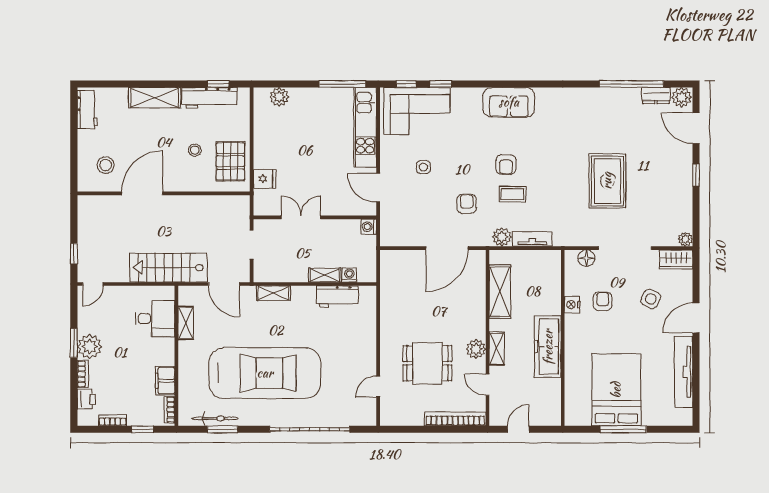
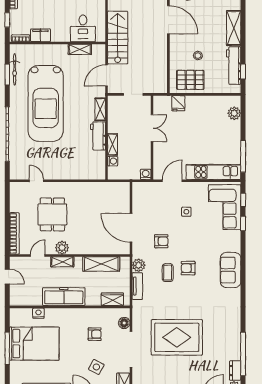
rug: (607, 181) -> (177, 337), width x1.37, depth x1.44
wardrobe: (552, 275) -> (112, 299), added
workbench: (337, 296) -> (98, 136), moved
nightstand: (572, 305) -> (38, 313), moved

